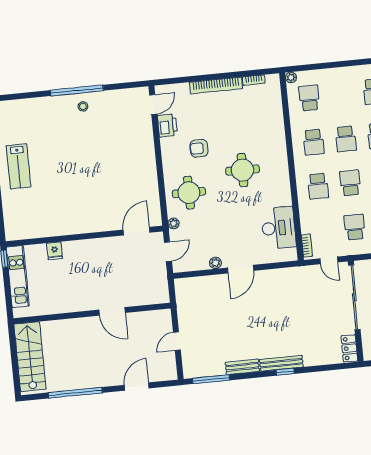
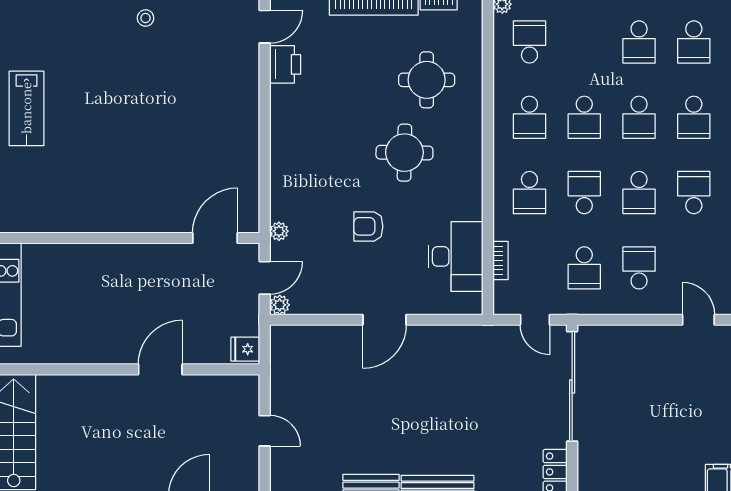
armchair: (199, 148) -> (368, 226), moved
round table: (189, 193) -> (427, 80), moved
school desk: (355, 227) -> (584, 268), turned 180
bookcase: (307, 246) -> (500, 260), moved
fridge: (55, 251) -> (245, 349), moved, turned 90
plant: (215, 263) -> (280, 305), moved
door: (112, 311) -> (160, 369), swing flipped
door: (177, 341) -> (265, 431), swing flipped

